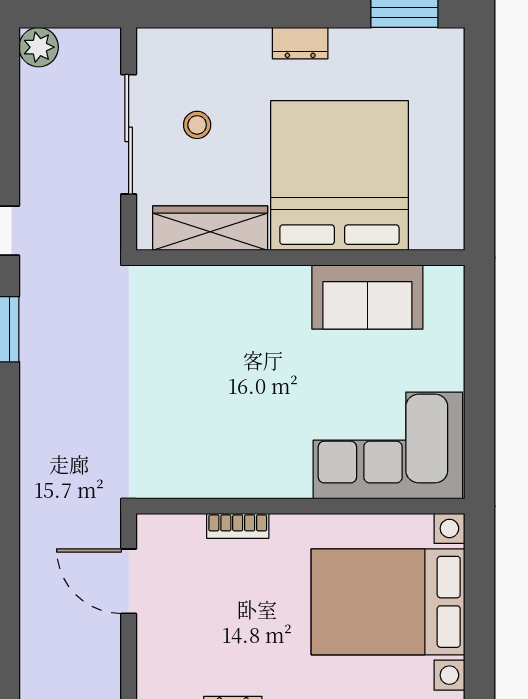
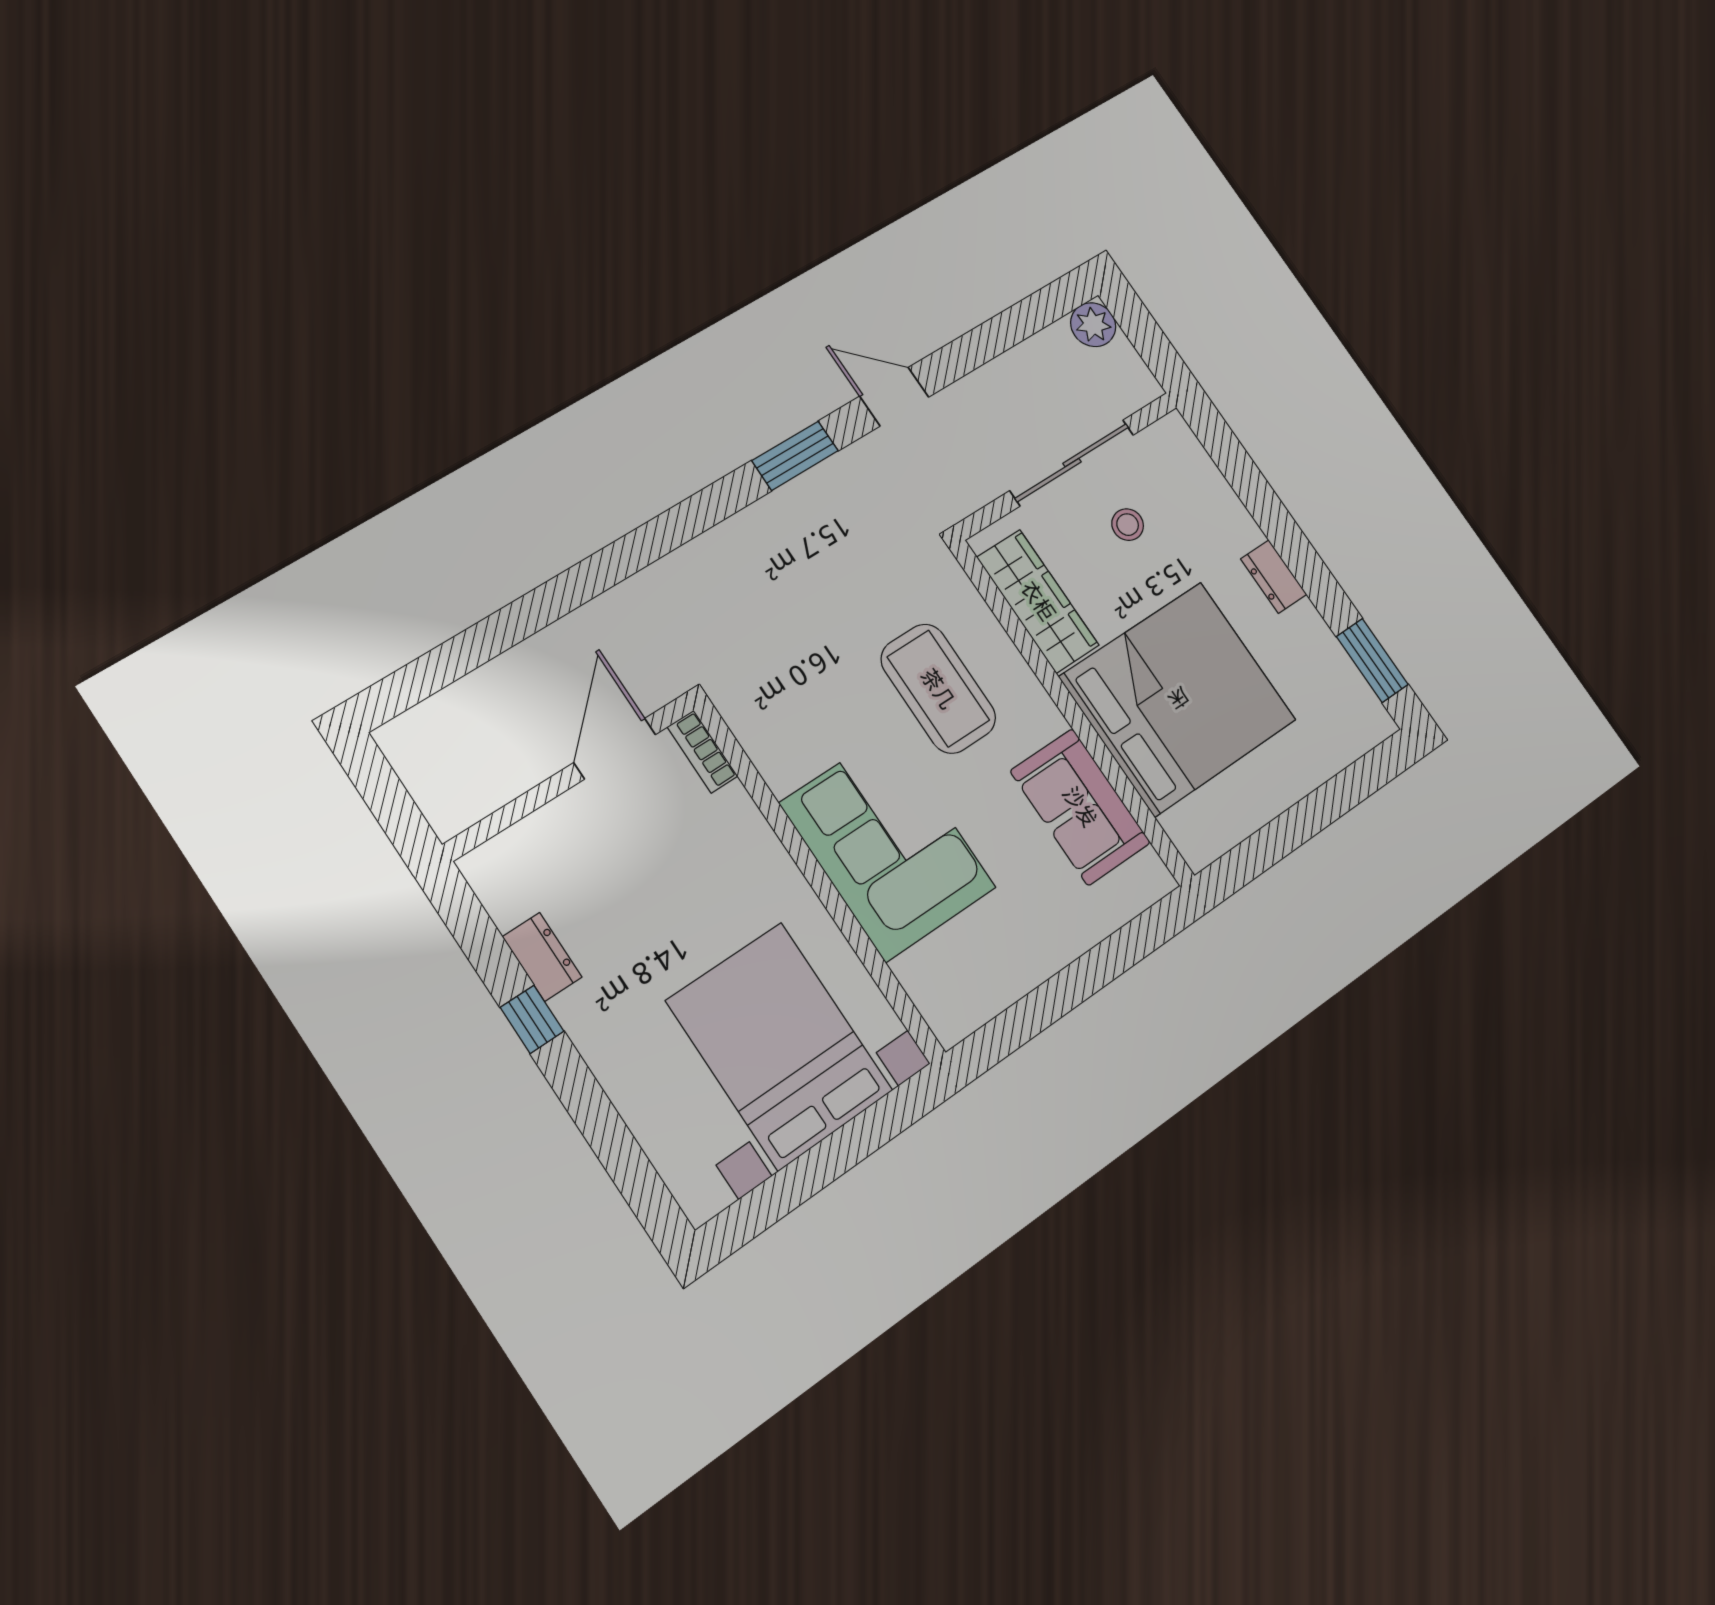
coffee table: (226, 340) -> (938, 689), added
corner sofa: (388, 445) -> (888, 845), moved
bookcase: (238, 526) -> (702, 752), moved

